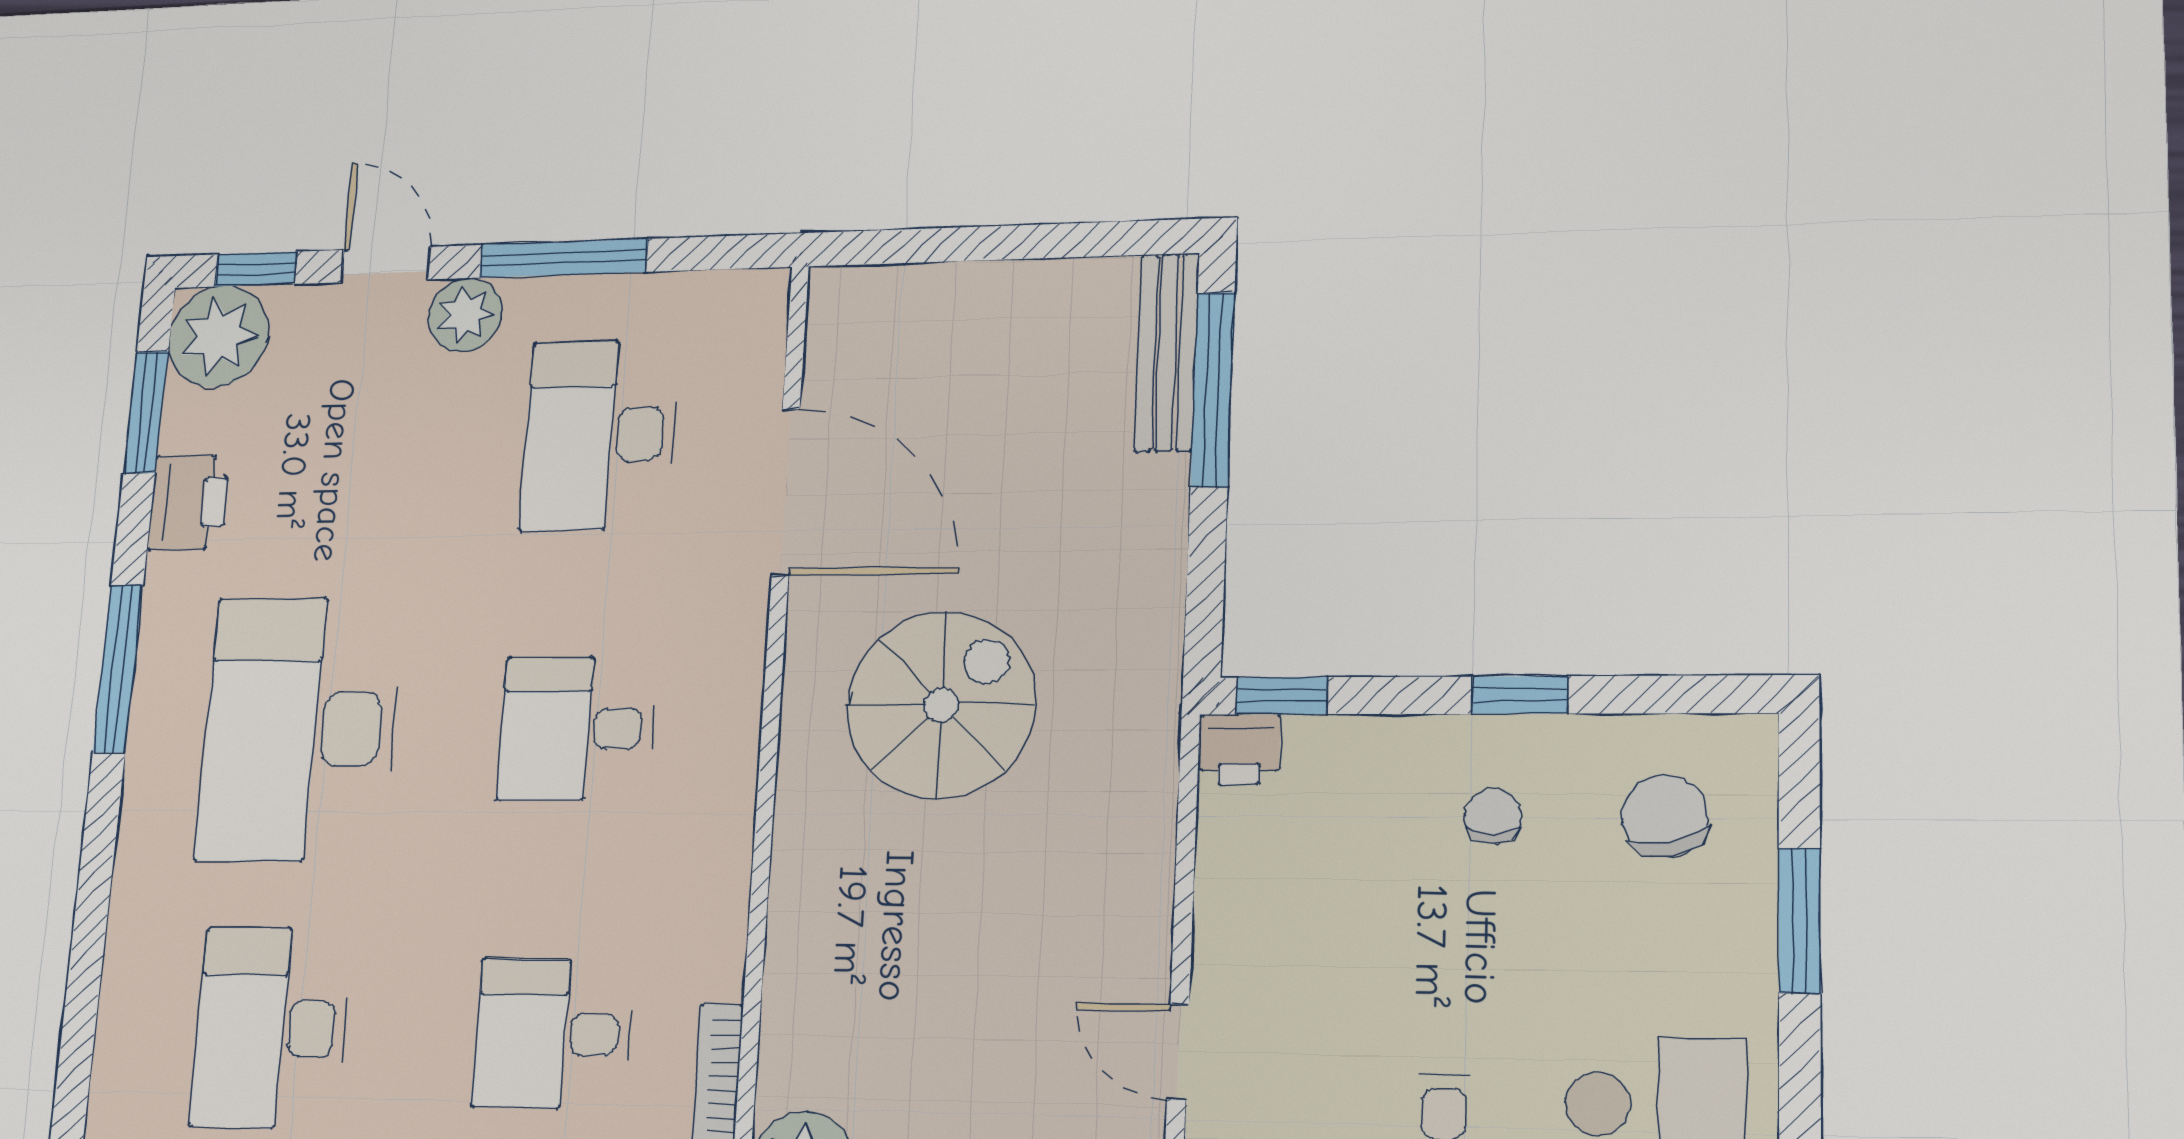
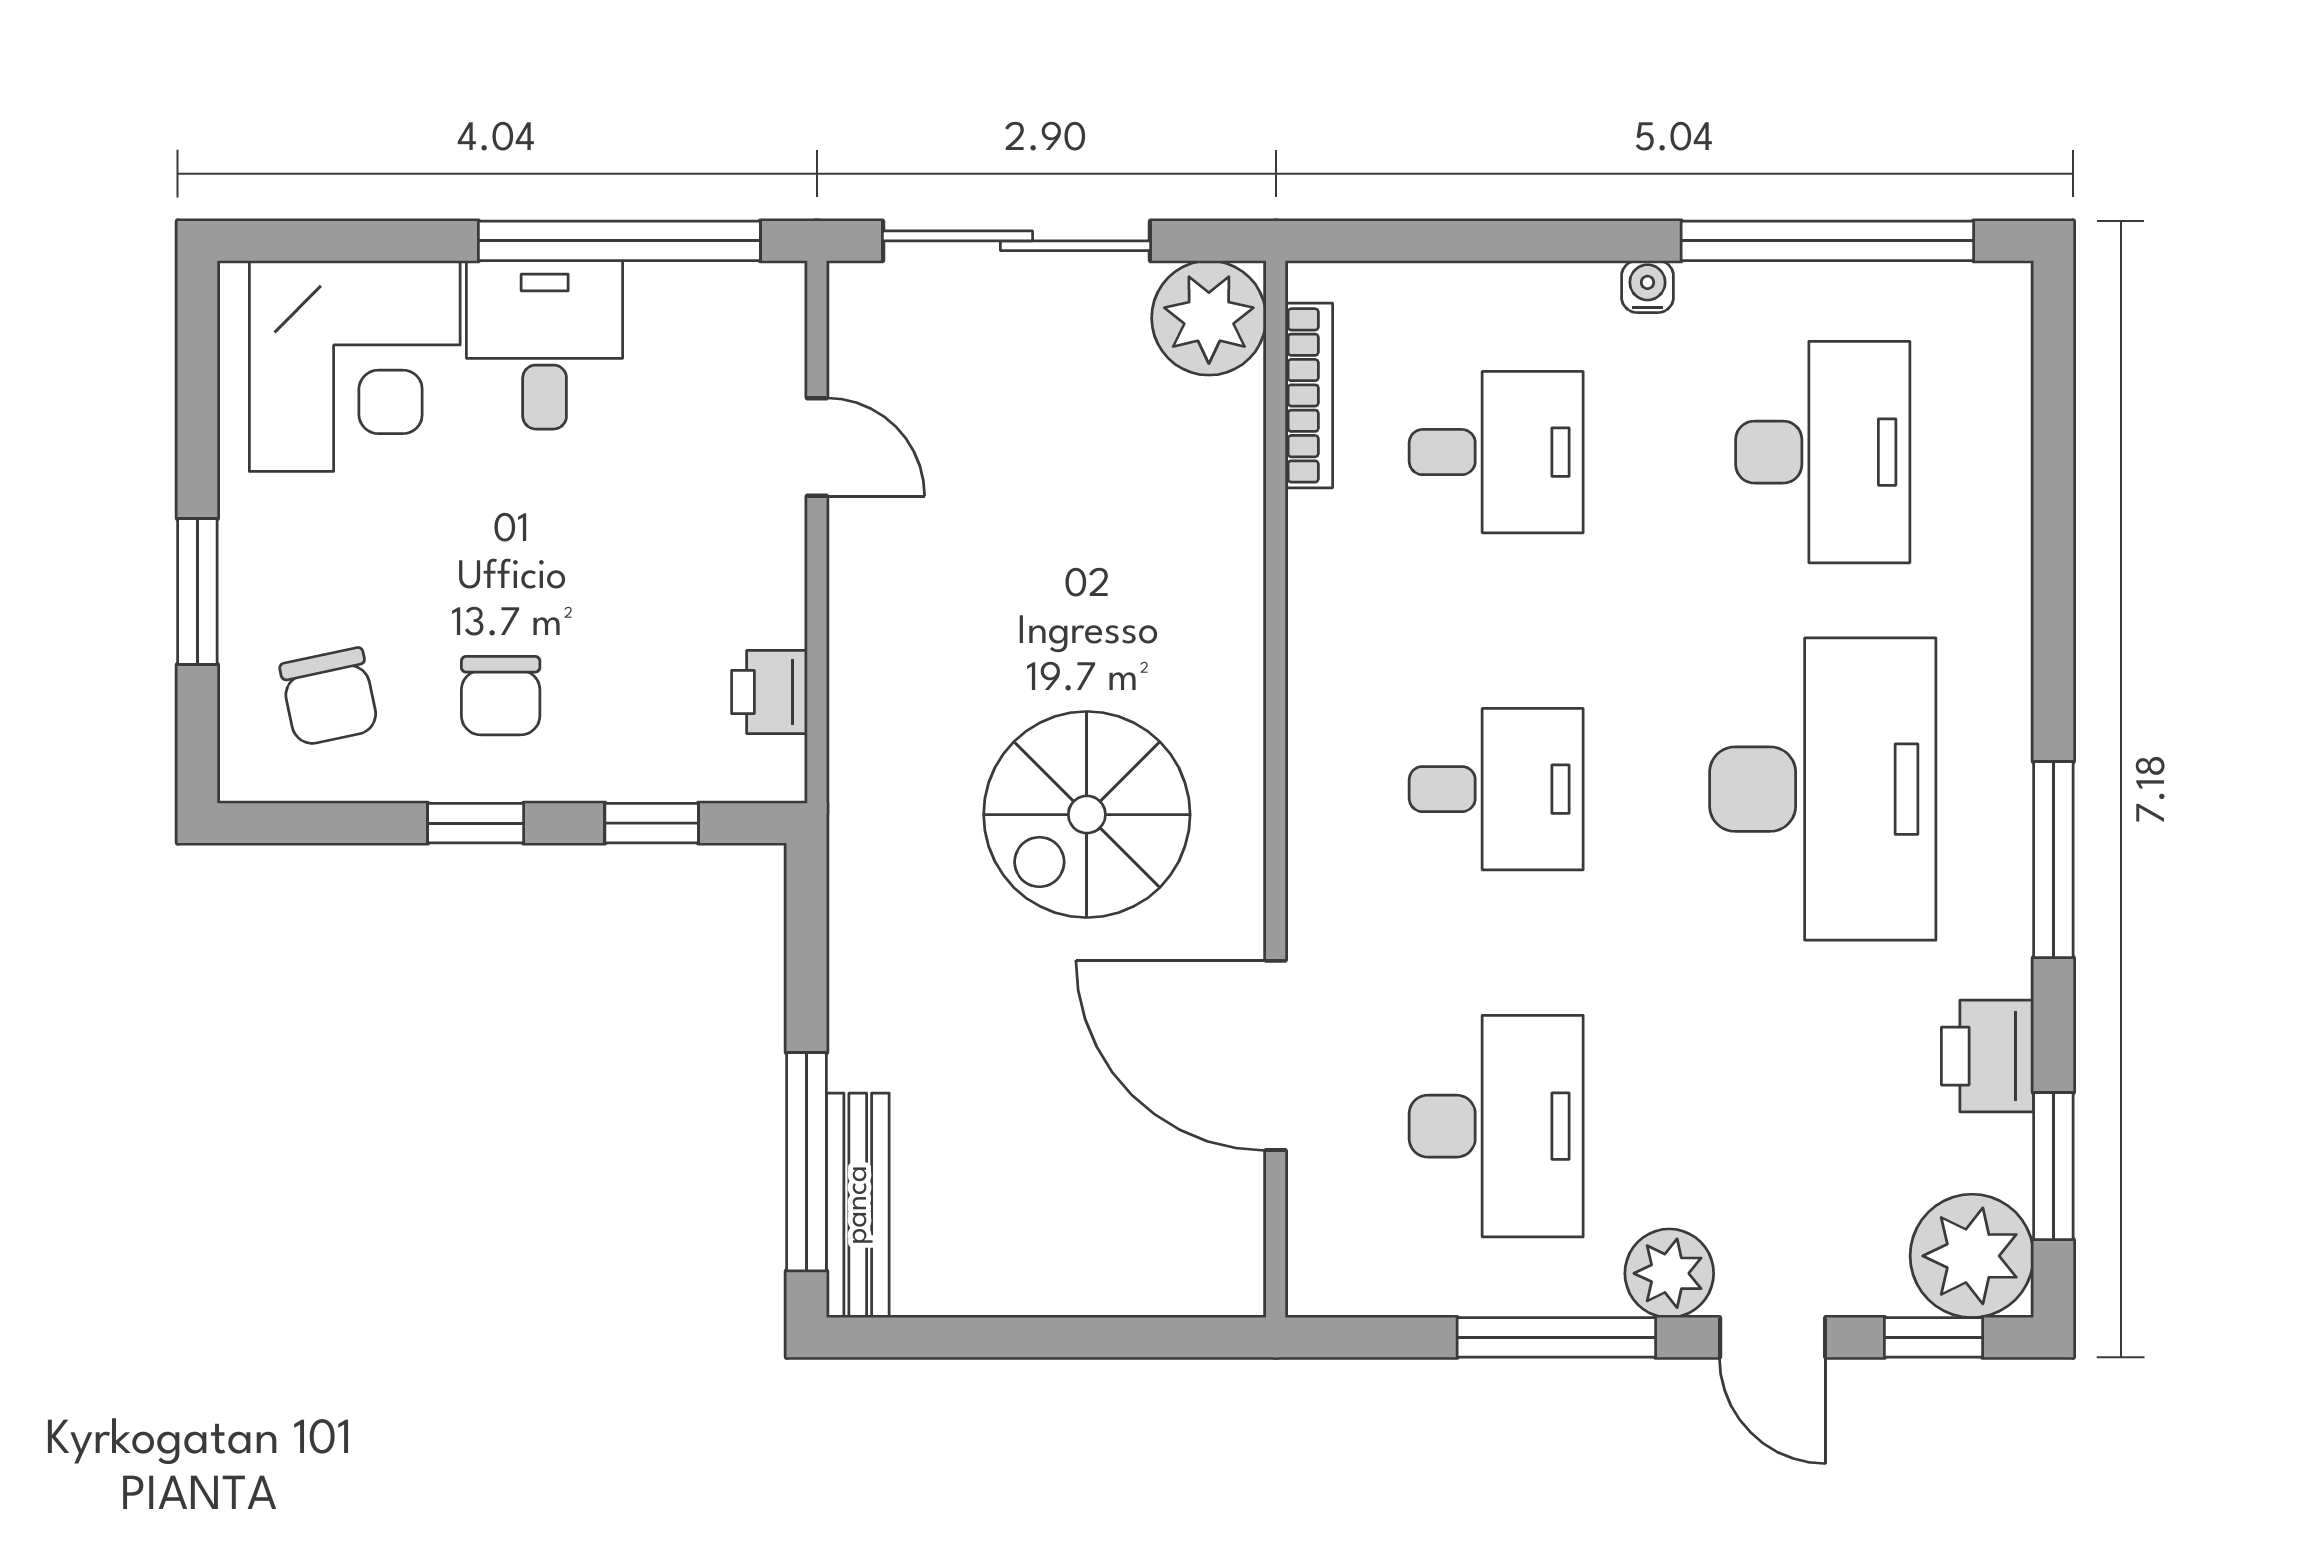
window: (1282, 696) -> (652, 823), moved
printer: (1240, 750) -> (769, 692), moved, turned -90
chair: (1493, 816) -> (501, 696), width x1.37, depth x1.37

